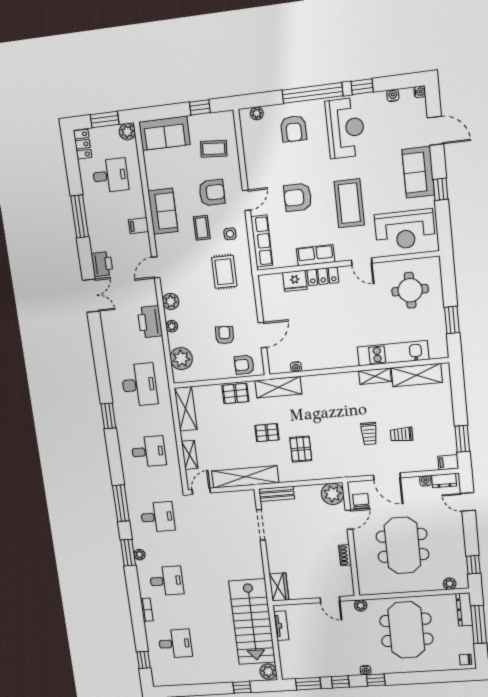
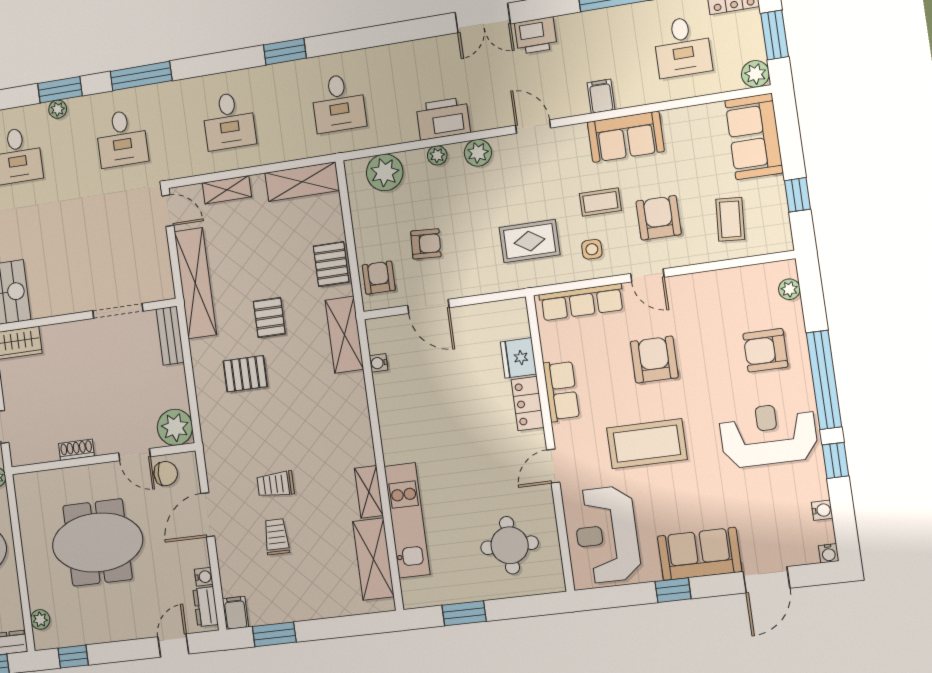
reception desk: (345, 128) -> (768, 435), turned 180
armchair: (212, 193) -> (659, 218), turned 180
desk: (139, 385) -> (339, 103), width x0.73

